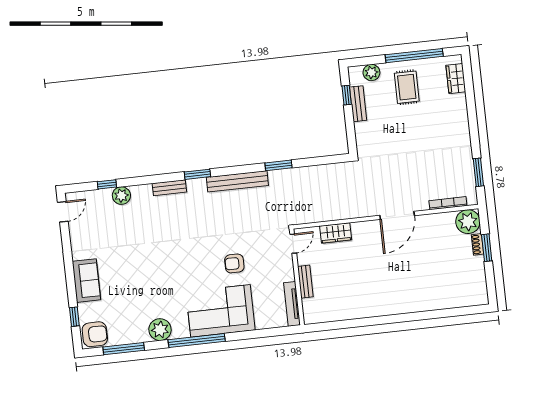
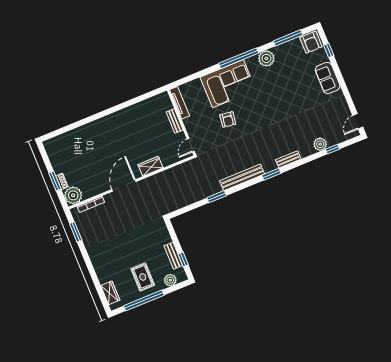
wardrobe: (336, 233) -> (150, 166), moved
armchair: (234, 263) -> (228, 119), turned 98
armchair: (95, 334) -> (311, 42), turned -90

